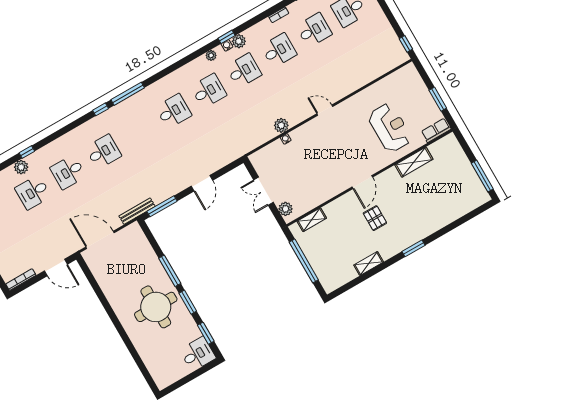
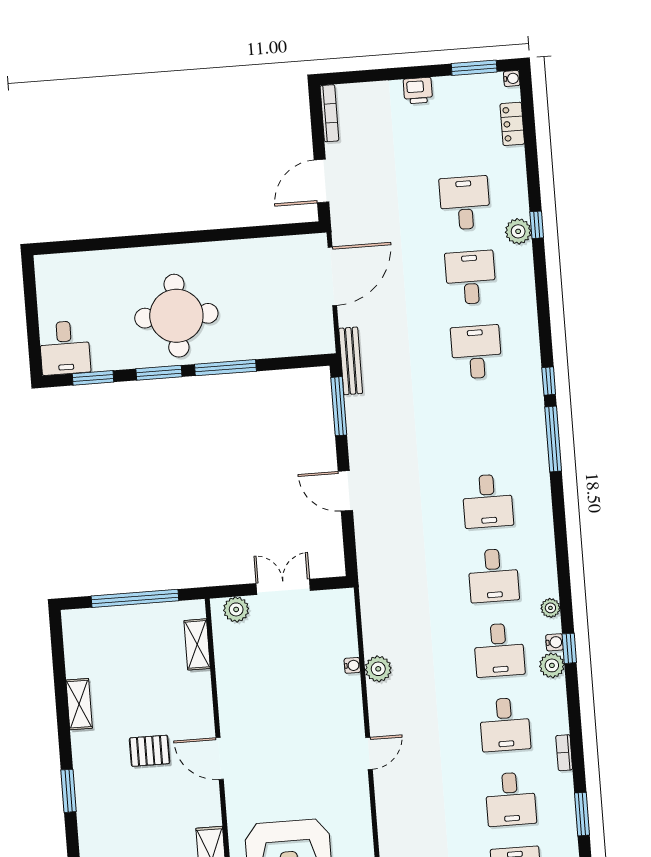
desk: (103, 152) -> (476, 352), turned 180
plant: (21, 167) -> (518, 231), moved

